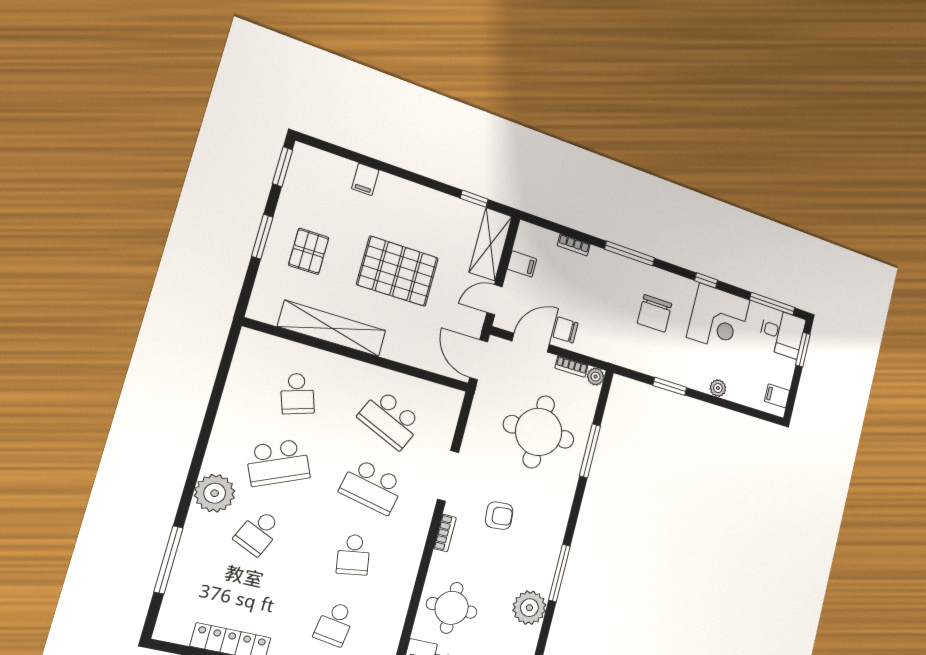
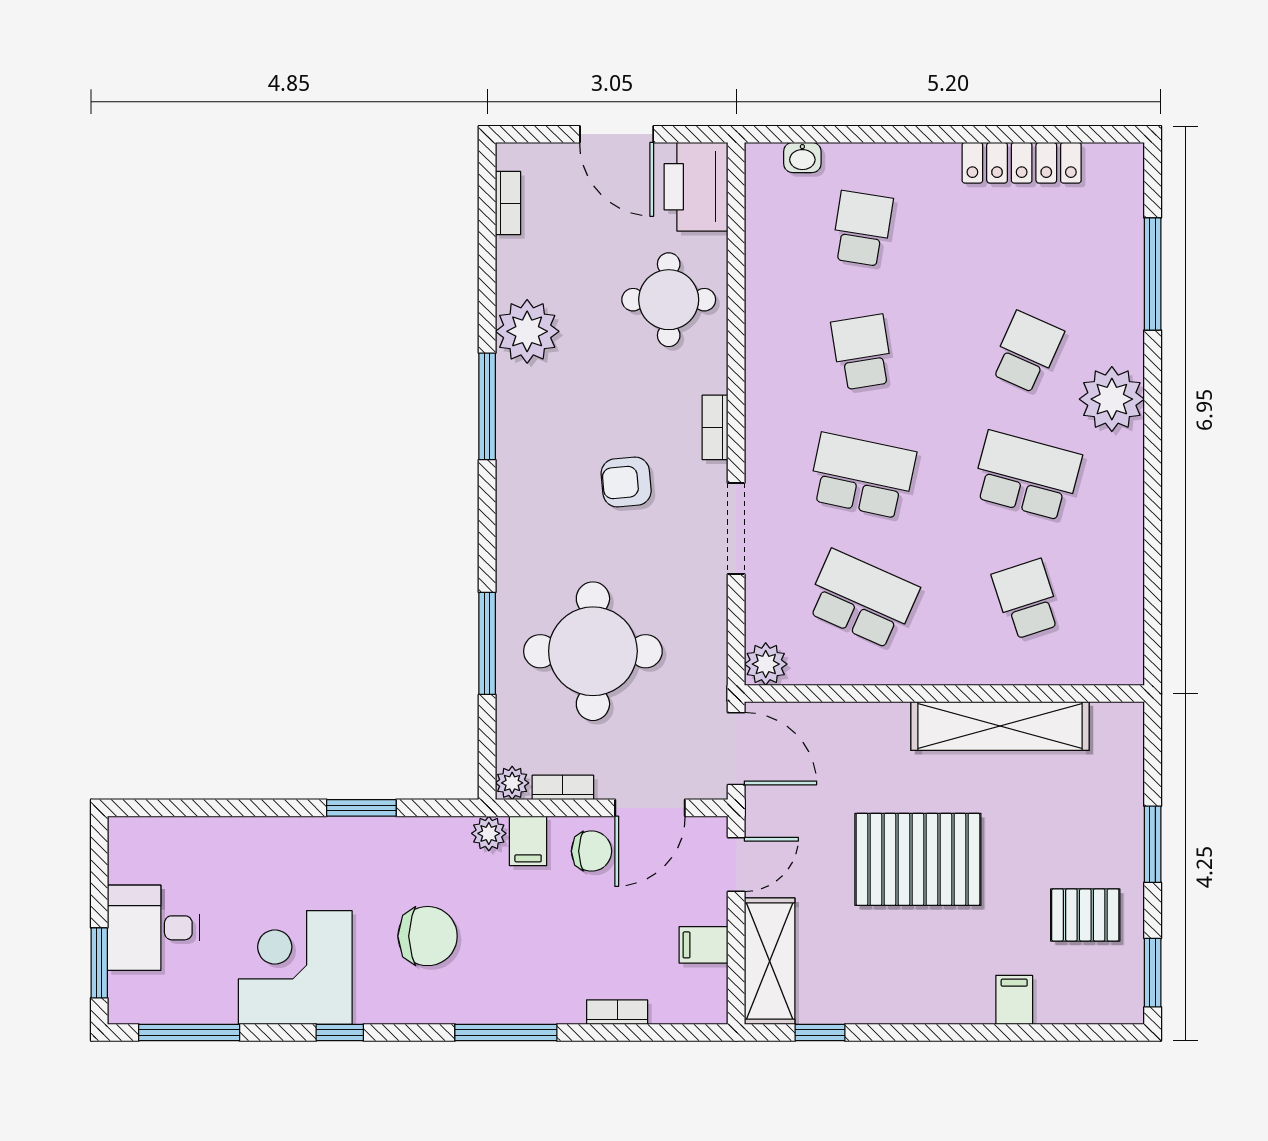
pallet: (309, 251) -> (1085, 915), moved, turned 90
chair: (655, 313) -> (428, 936), turned 90
desk: (782, 333) -> (153, 928), moved
plant: (718, 388) -> (489, 833), moved
filing cabinet: (777, 396) -> (528, 841), moved, turned 90
plant: (451, 400) -> (766, 664), added
school desk: (278, 462) -> (1027, 476), turned 39

